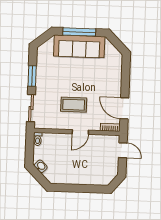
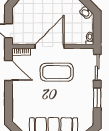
coffee table: (74, 105) -> (57, 72), width x1.36, depth x1.32
door: (80, 132) -> (49, 46), width x1.88

